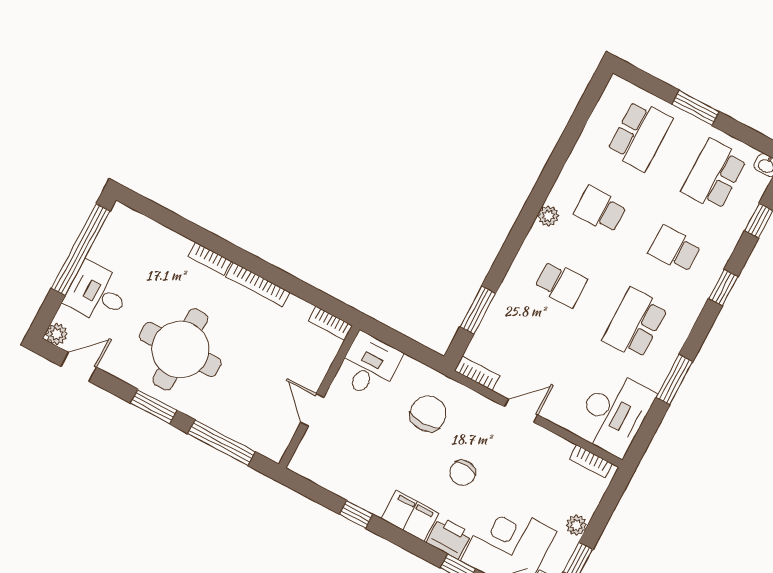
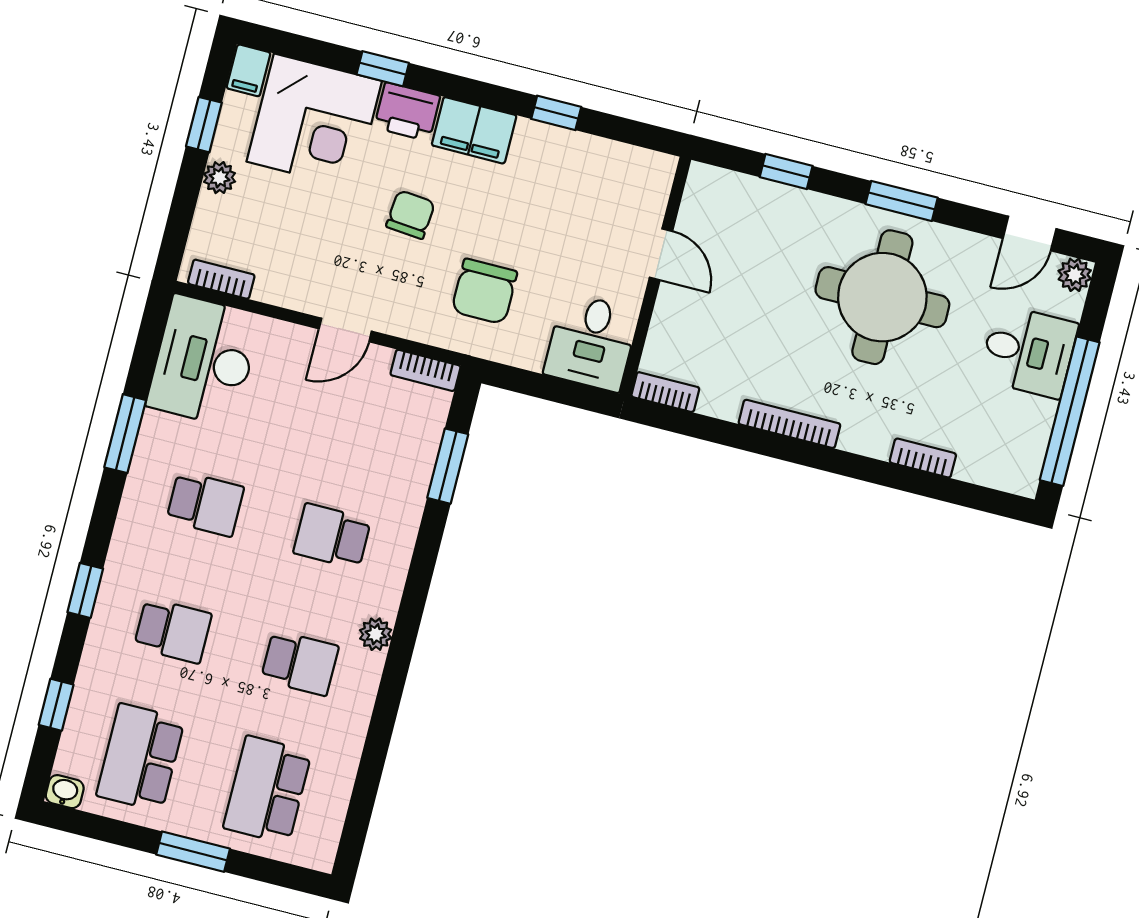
school desk: (714, 175) -> (140, 757), turned 180
bookcase: (210, 259) -> (923, 458), moved
school desk: (635, 323) -> (205, 504), width x0.54
window: (221, 443) -> (786, 171), width x0.46

